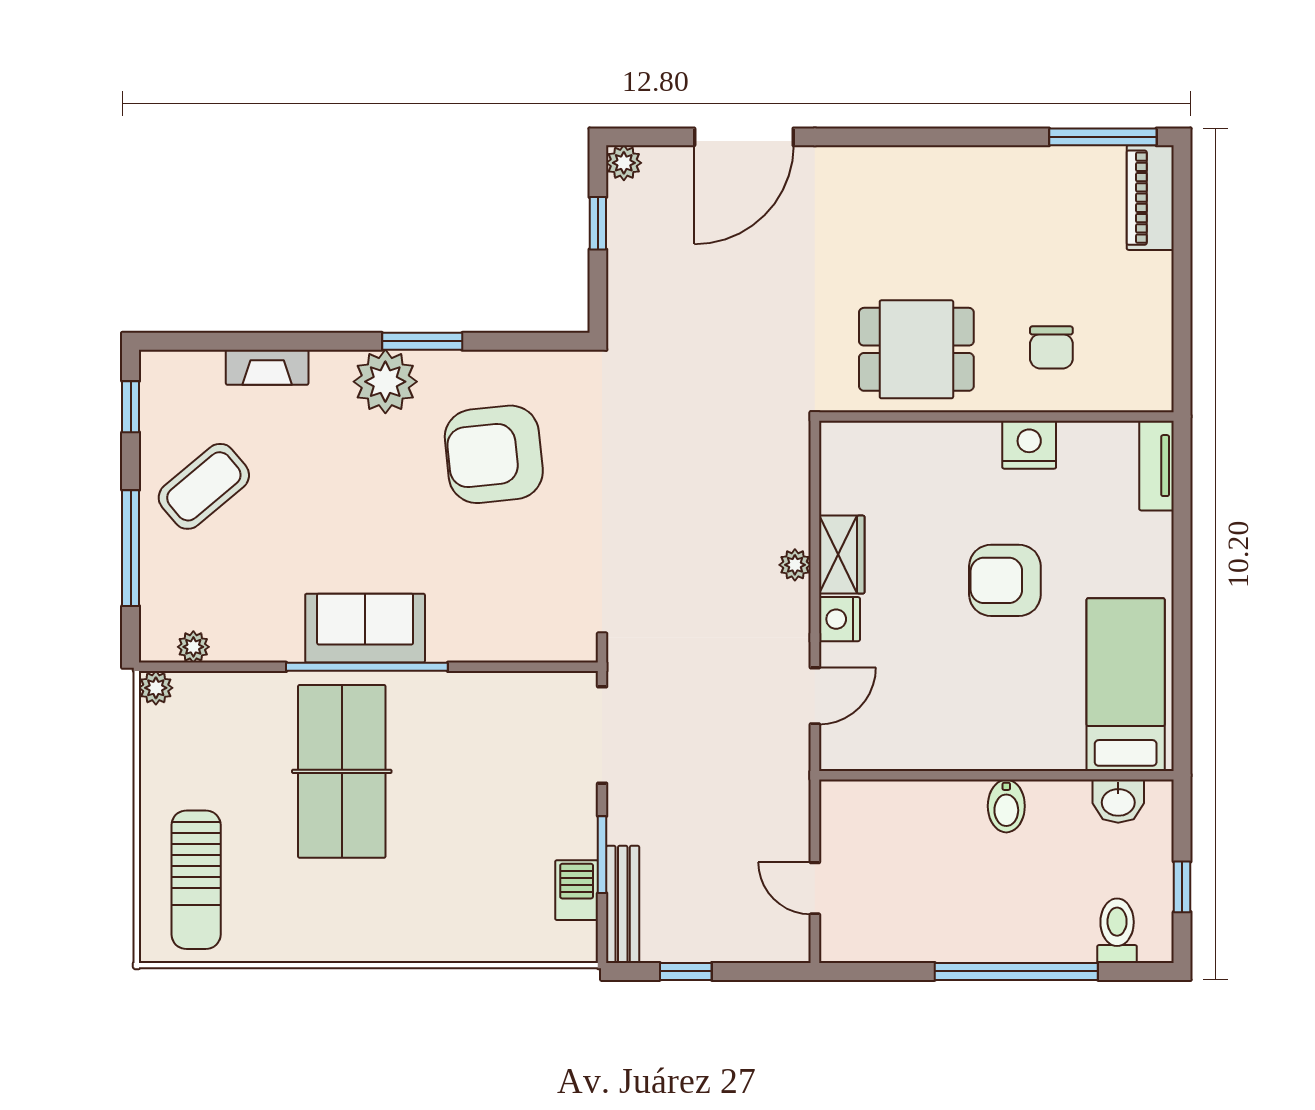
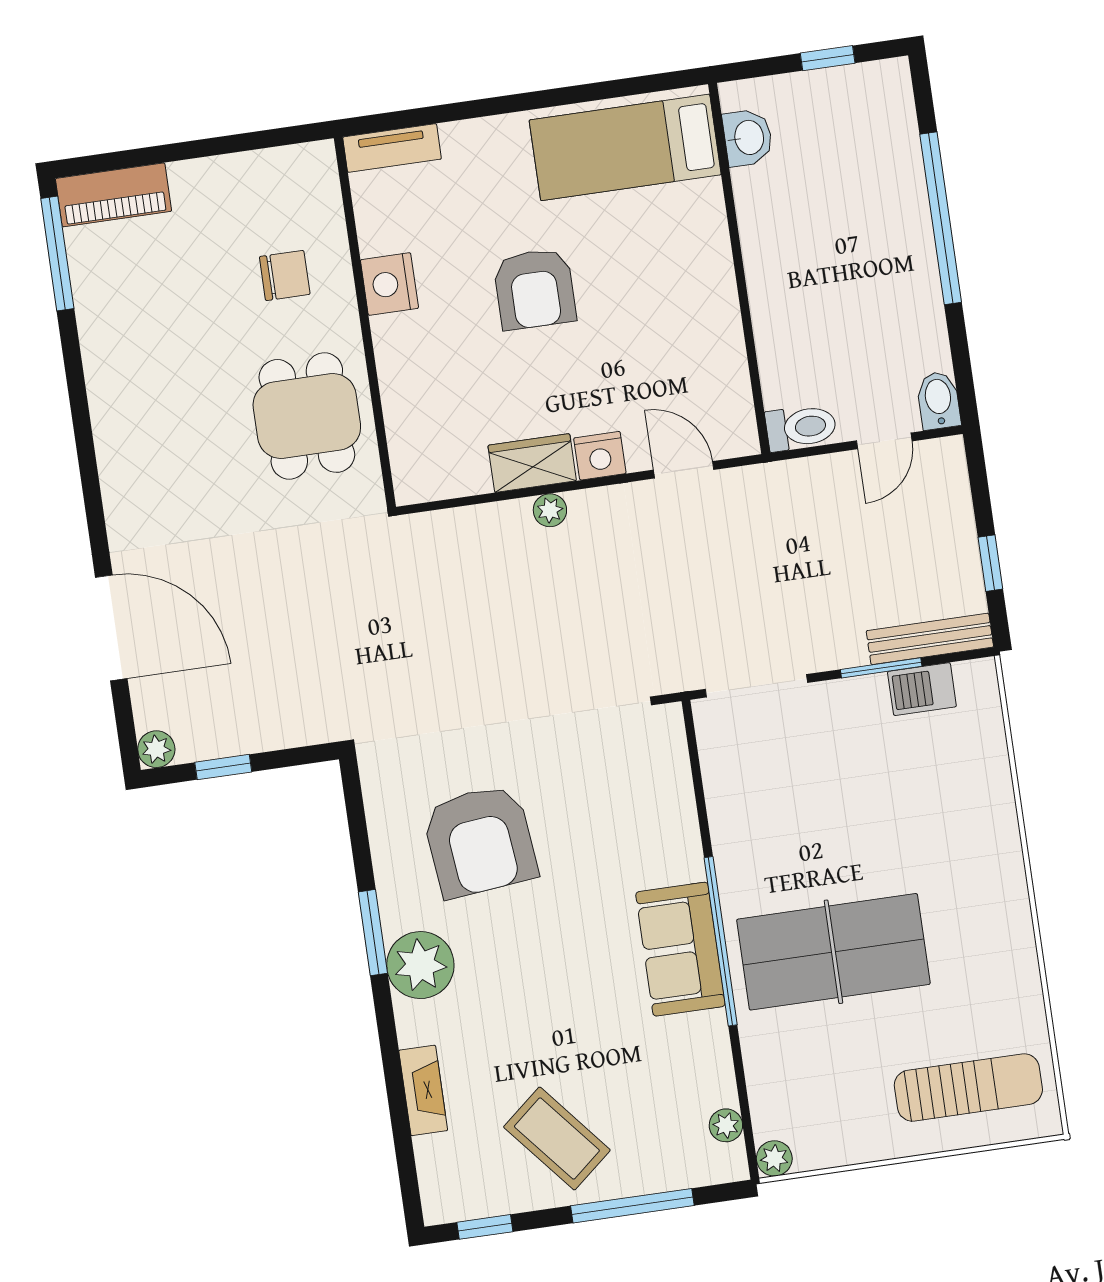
bidet: (1006, 806) -> (938, 400), moved, turned -90
toilet: (1117, 931) -> (801, 427), moved, turned 180

